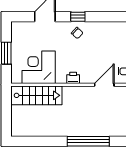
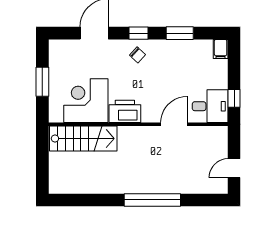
window: (109, 17) -> (180, 33), added
printer: (73, 78) -> (125, 111), width x1.87, depth x1.48

